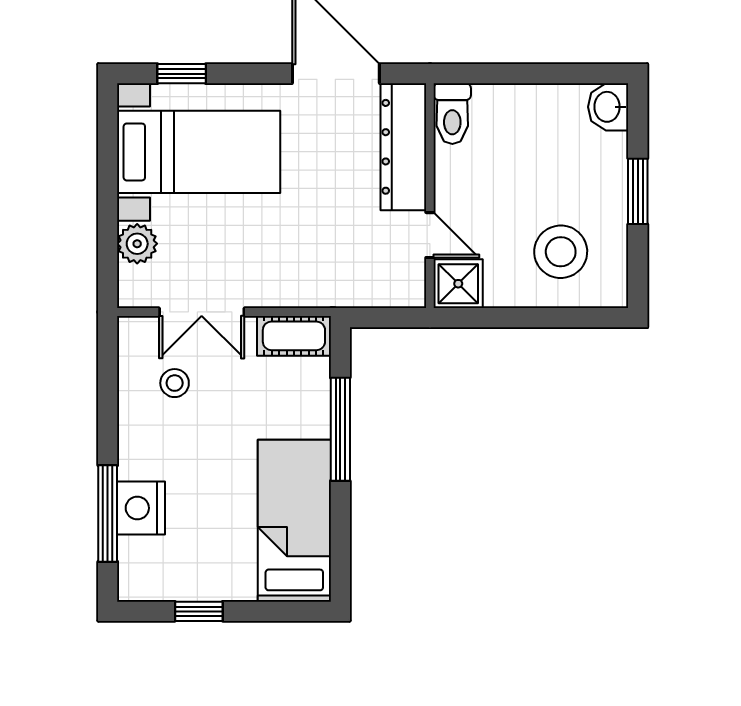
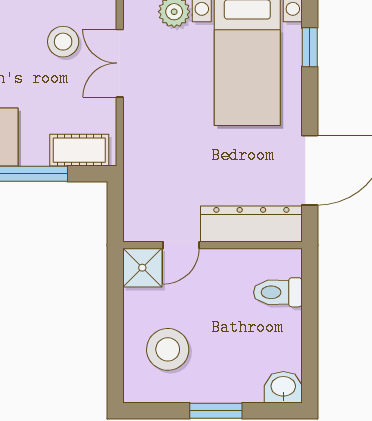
toilet: (452, 114) -> (278, 292), moved
cot: (294, 336) -> (79, 150), moved, turned 90
stool: (175, 383) -> (63, 42), width x1.37, depth x1.37

